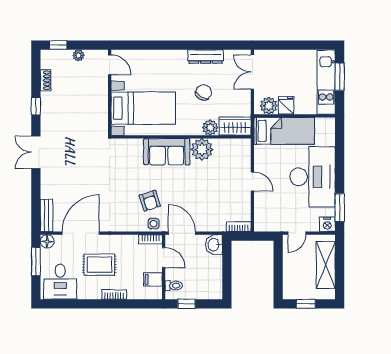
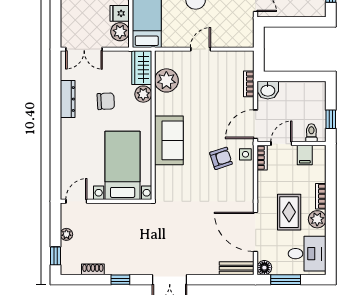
chair: (204, 92) -> (106, 101), turned 145
plant: (202, 149) -> (166, 80), moved
bookcase: (239, 227) -> (249, 84), moved
plant: (93, 291) -> (317, 219), added

